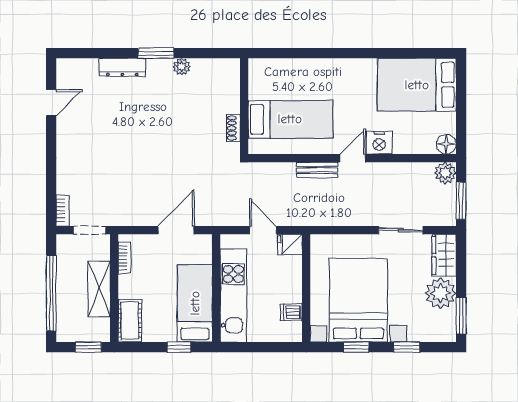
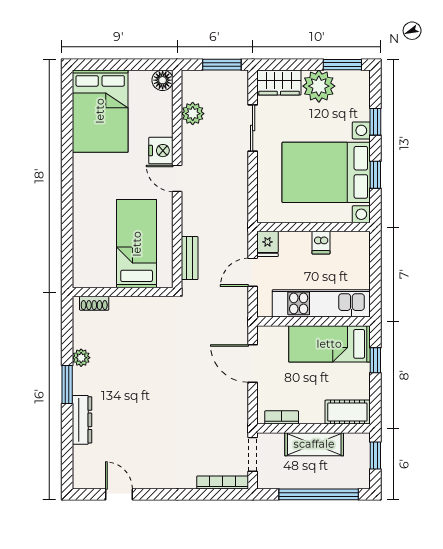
shoe rack: (233, 128) -> (94, 303), moved
bench: (317, 170) -> (190, 258), moved
plant: (445, 173) -> (193, 114), moved
bookcase: (63, 210) -> (223, 483), width x1.56
dishwasher: (291, 312) -> (321, 243), moved

